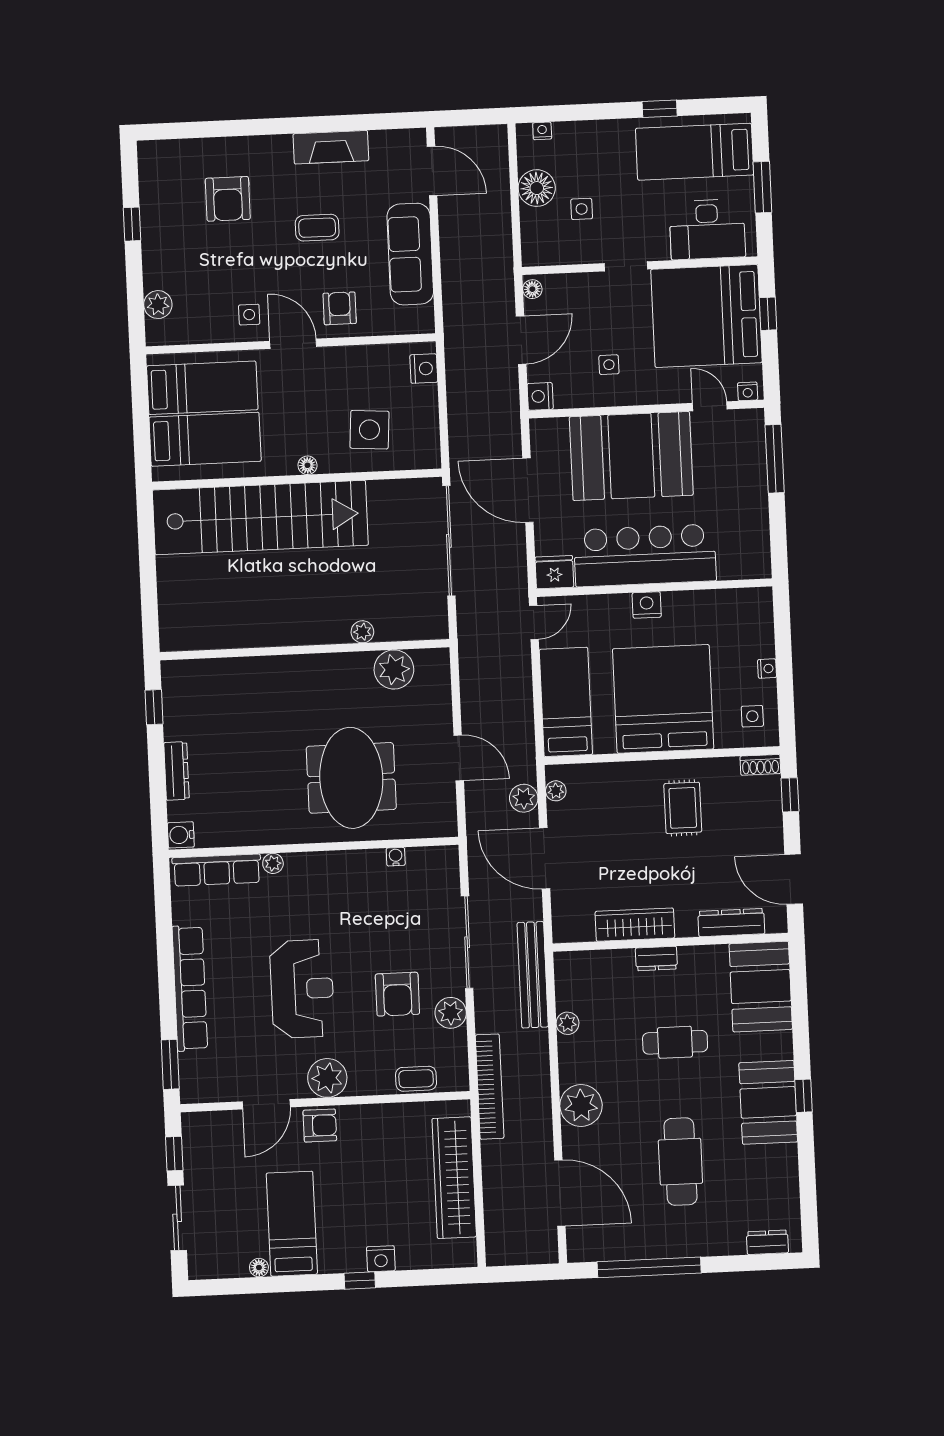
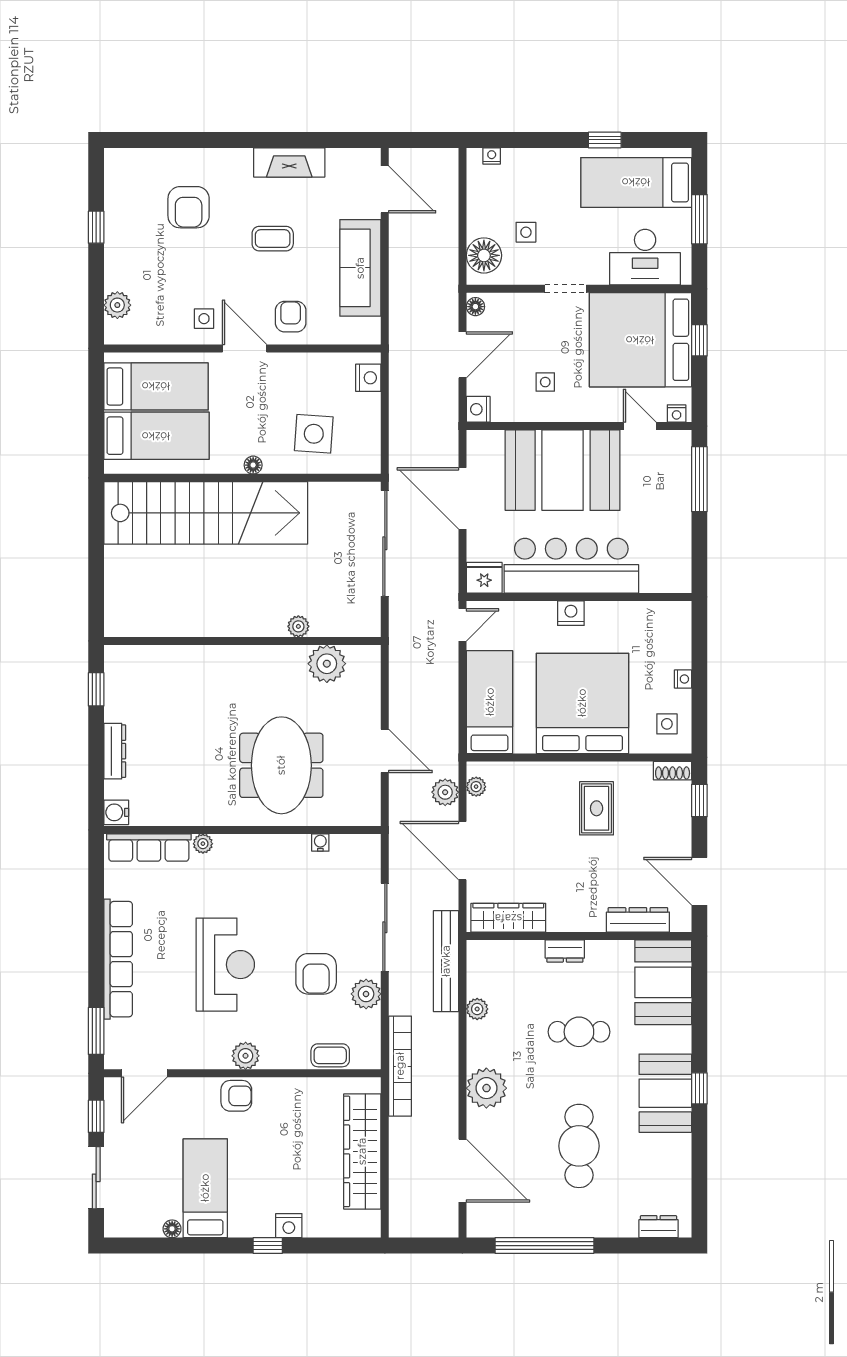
floor lamp: (537, 188) -> (484, 255), moved
wardrobe: (635, 925) -> (508, 918), moved
plant: (327, 1078) -> (246, 1056), width x0.73, depth x0.73
door: (266, 1104) -> (144, 1073), moved

